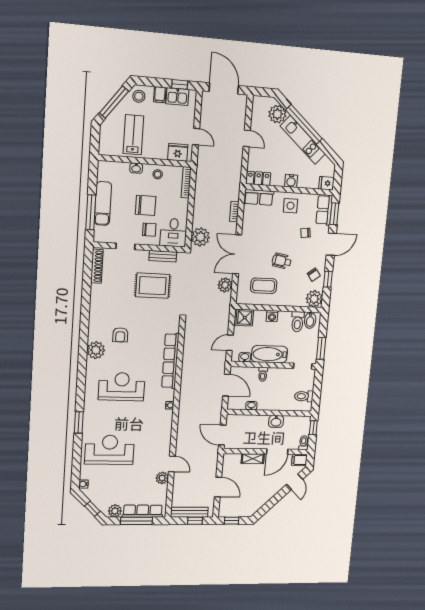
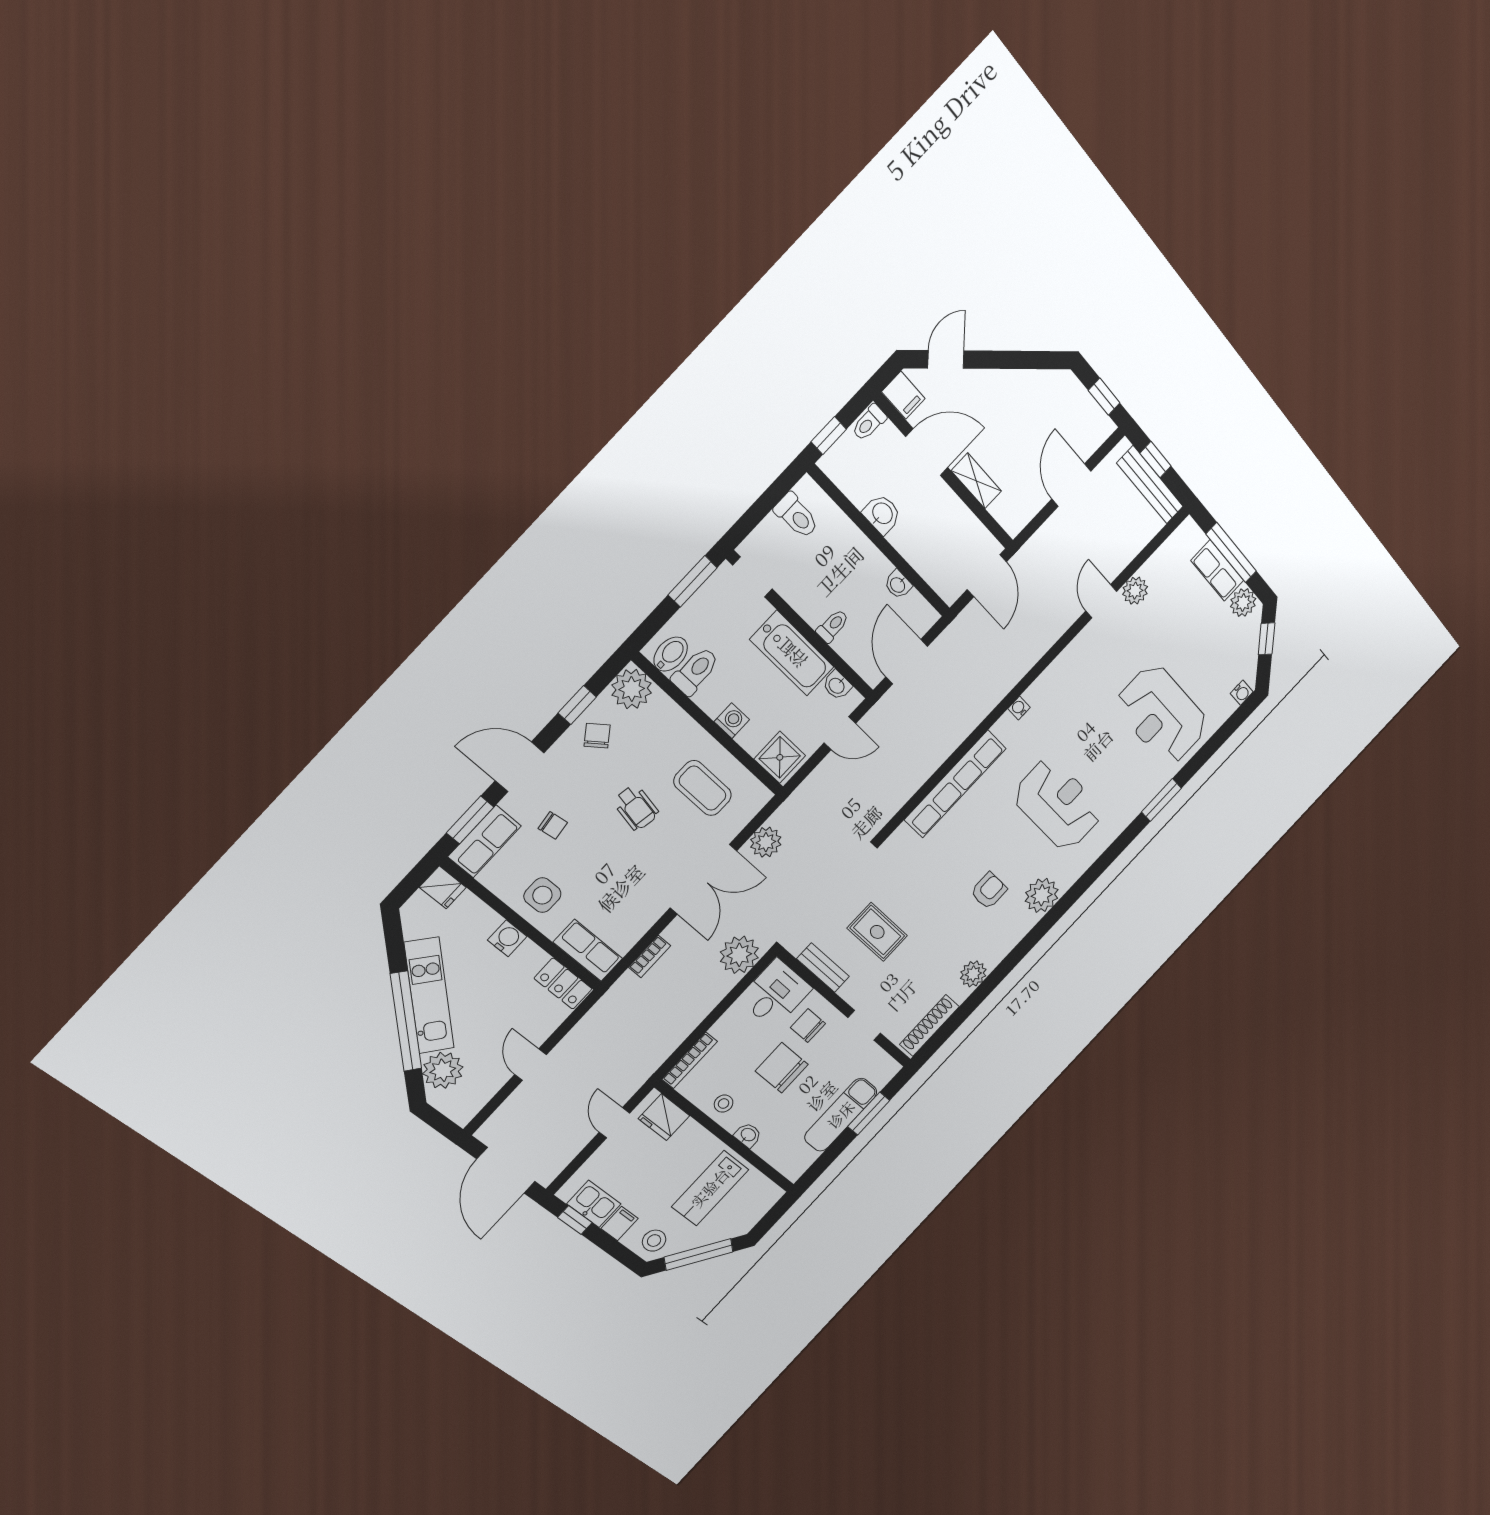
window: (91, 212) -> (869, 1114), width x0.69
rug: (153, 286) -> (877, 932), width x0.73, depth x0.70
plant: (97, 300) -> (973, 974), added
reception desk: (122, 387) -> (1058, 804), turned 180
row of seats: (143, 511) -> (1217, 570), width x0.68

